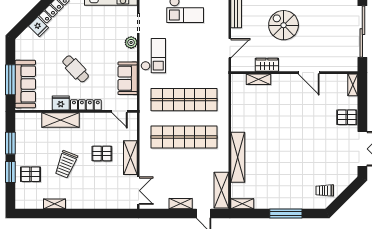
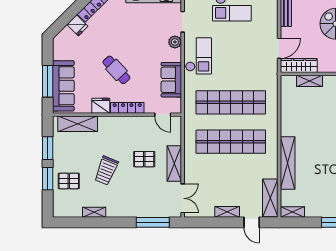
wardrobe: (267, 65) -> (299, 65), moved, width x1.50
shelving: (60, 120) -> (78, 124), moved
window: (110, 213) -> (153, 222), added

